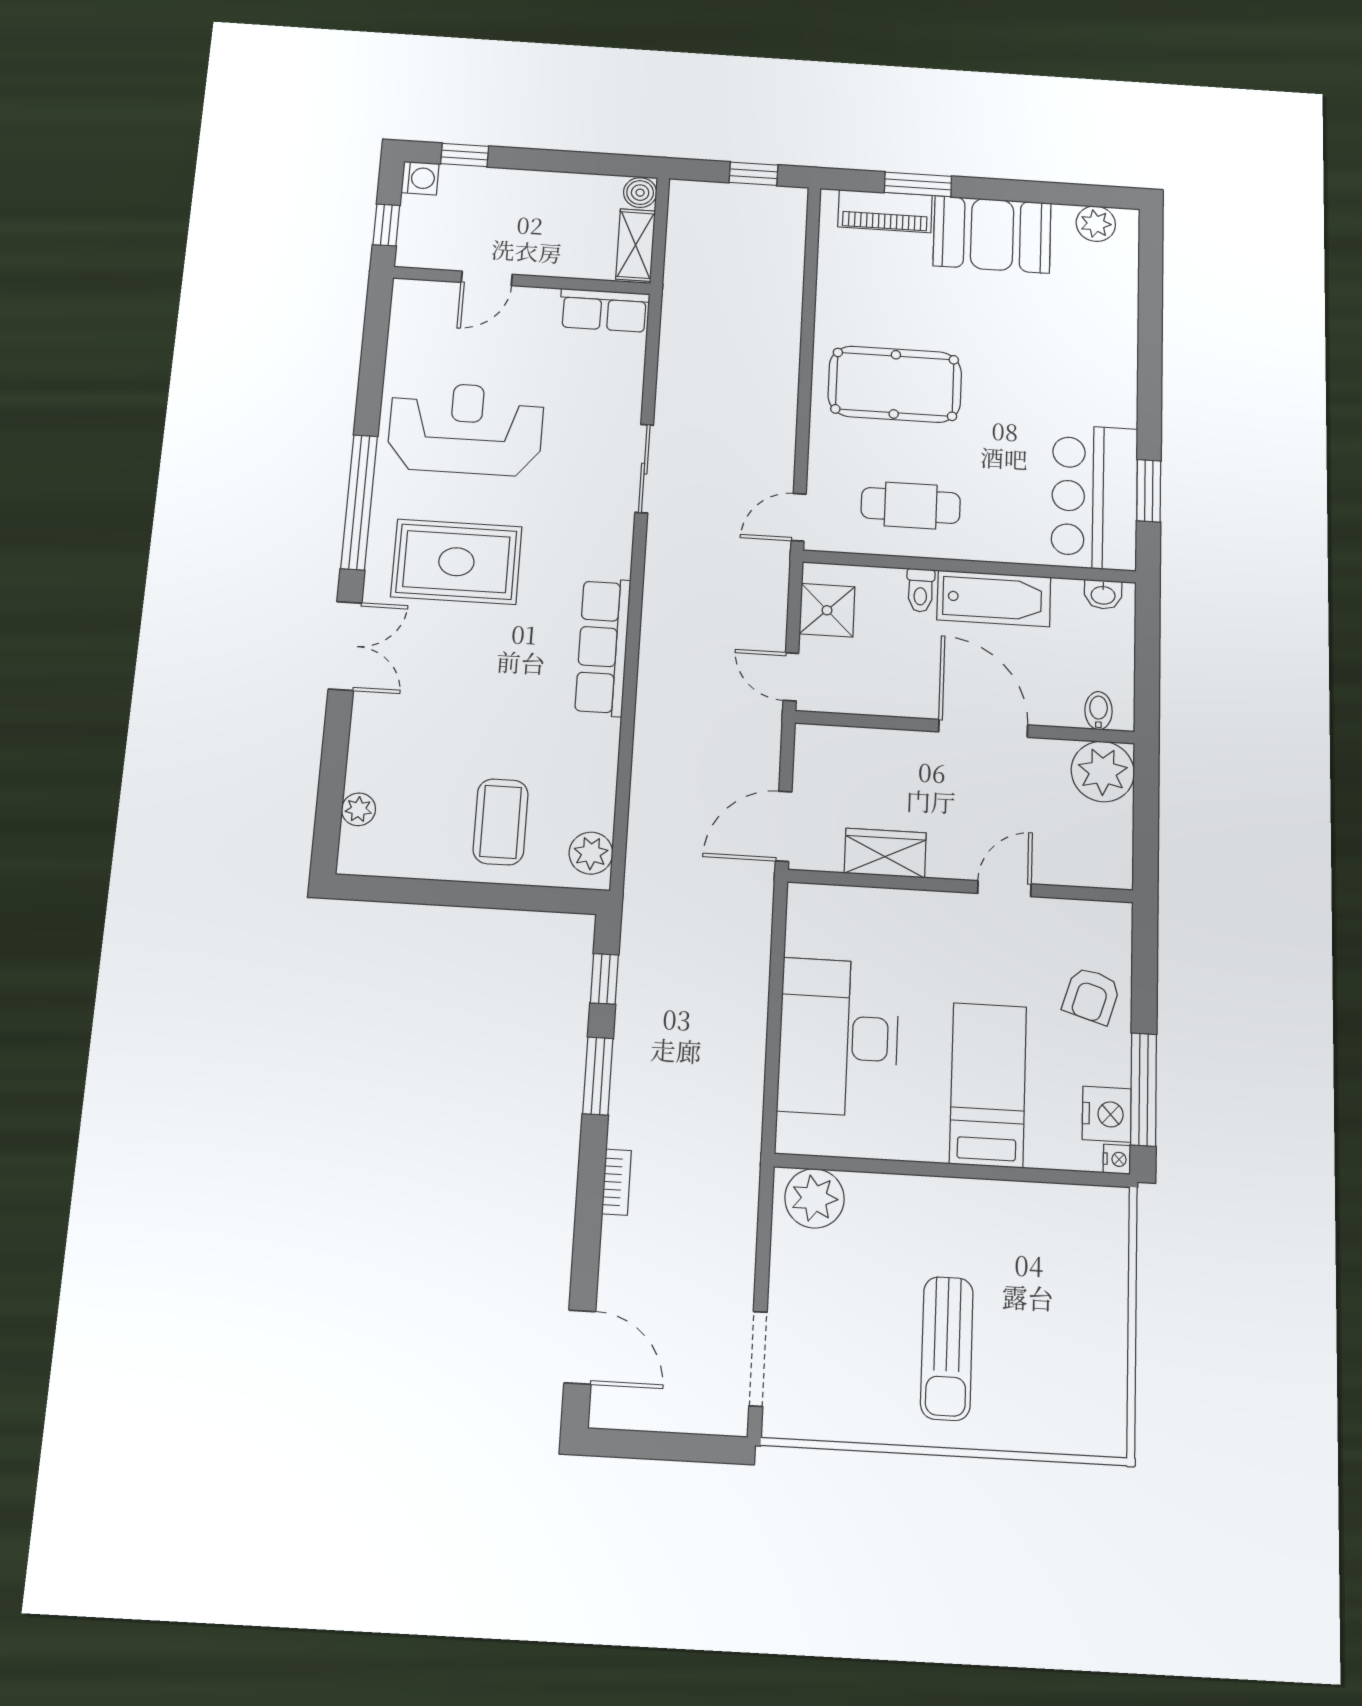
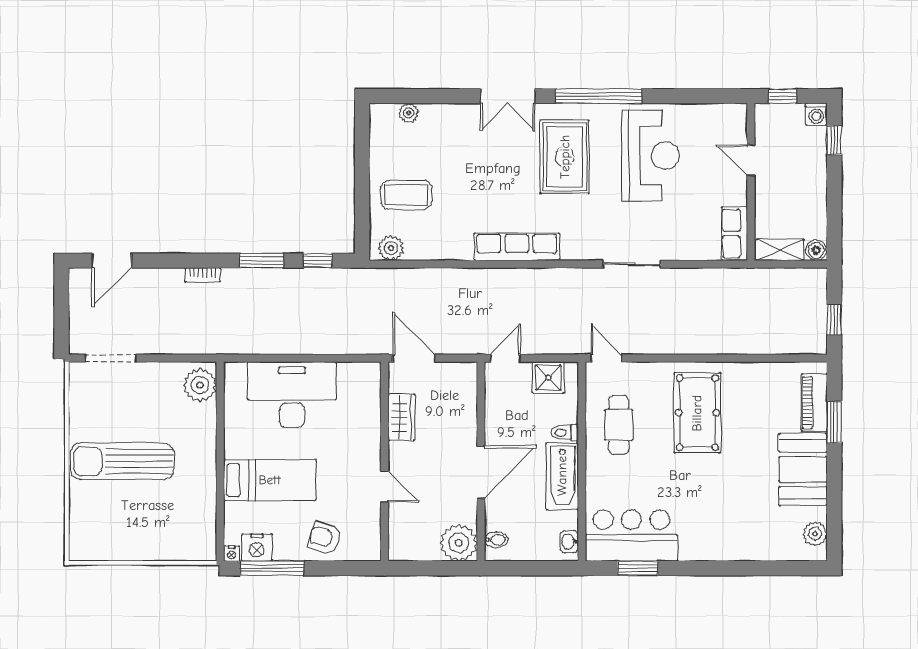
sun lounger: (947, 1348) -> (122, 461), width x1.36, depth x1.34

